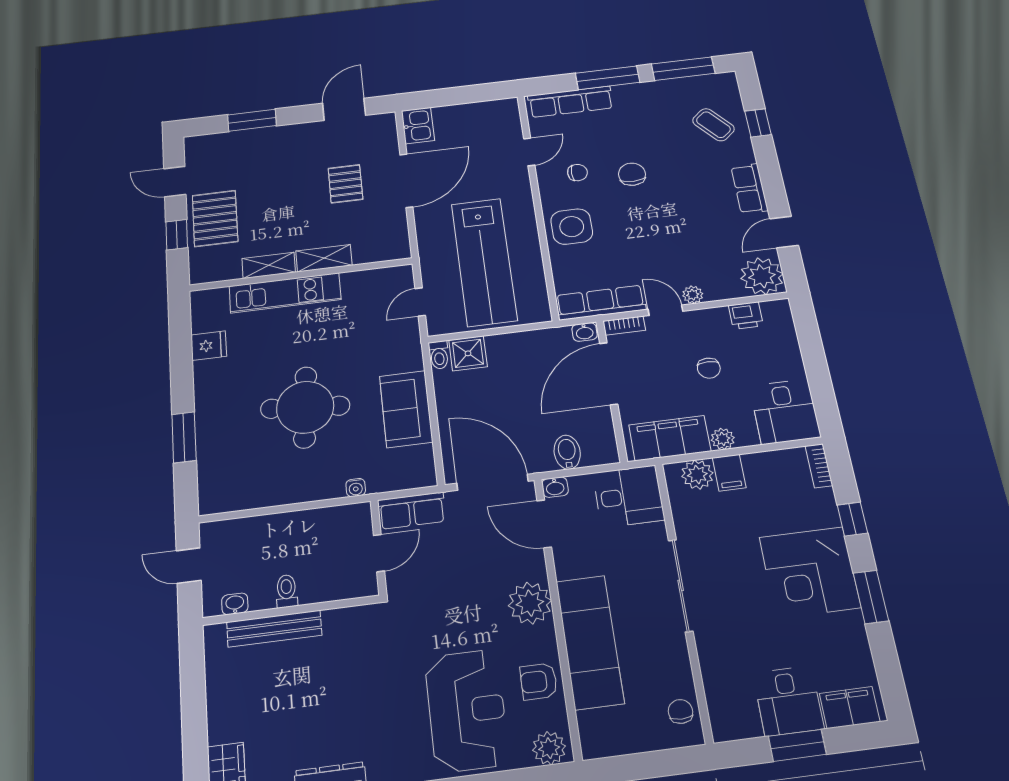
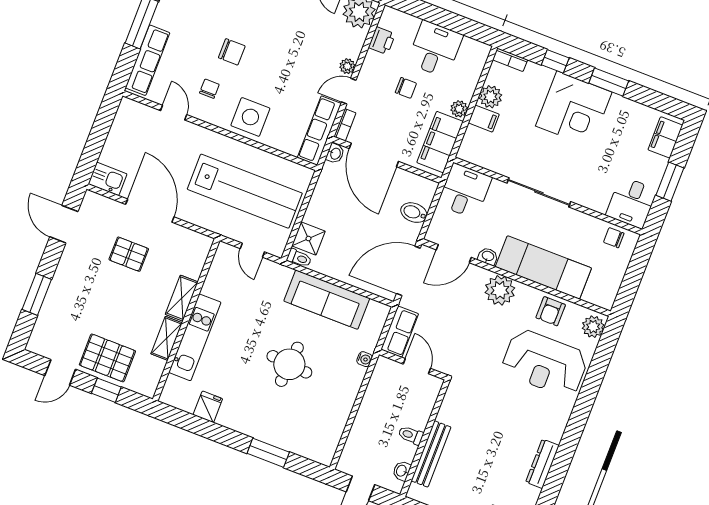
chair: (632, 174) -> (232, 52), turned 180
round table: (305, 407) -> (289, 364), width x0.73, depth x0.73
sofa: (406, 409) -> (327, 300), width x1.36
desk: (785, 412) -> (435, 49), moved, turned -90
plant: (697, 475) -> (491, 97), moved
washbasin: (555, 487) -> (488, 256), moved, turned -90
desk: (788, 701) -> (632, 202), moved, turned 90
reception desk: (467, 710) -> (545, 363), turned 180

